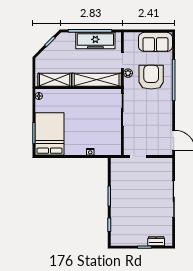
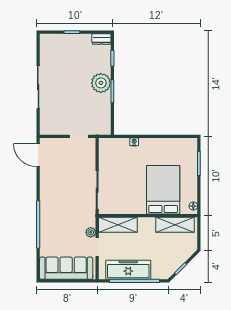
sofa: (155, 42) -> (66, 268), width x1.36
armchair: (151, 77) -> (64, 228), removed
shelving: (97, 80) -> (118, 225), width x0.68
bed: (49, 134) -> (163, 190), moved, turned 180
plant: (119, 203) -> (101, 83), added
dresser: (156, 241) -> (101, 39), moved

